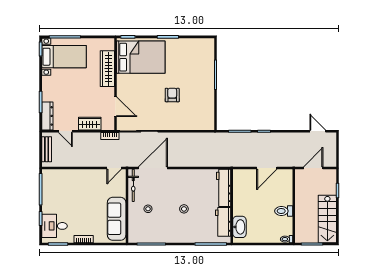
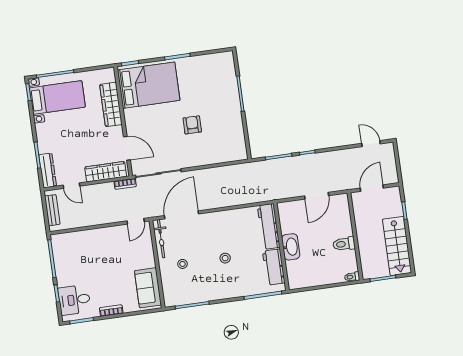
wardrobe: (90, 124) -> (106, 172), width x1.50
sofa: (117, 219) -> (148, 288), width x0.73
washbasin: (239, 227) -> (291, 247), moved

